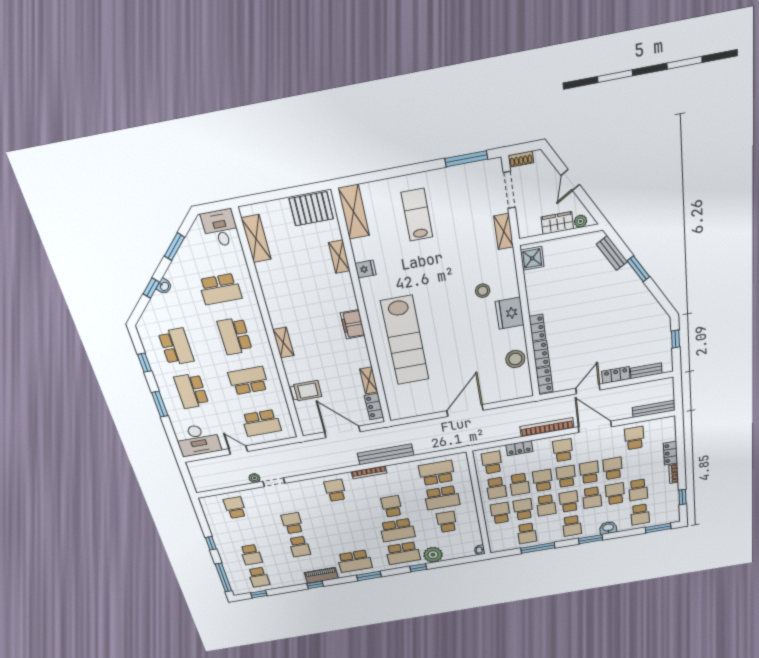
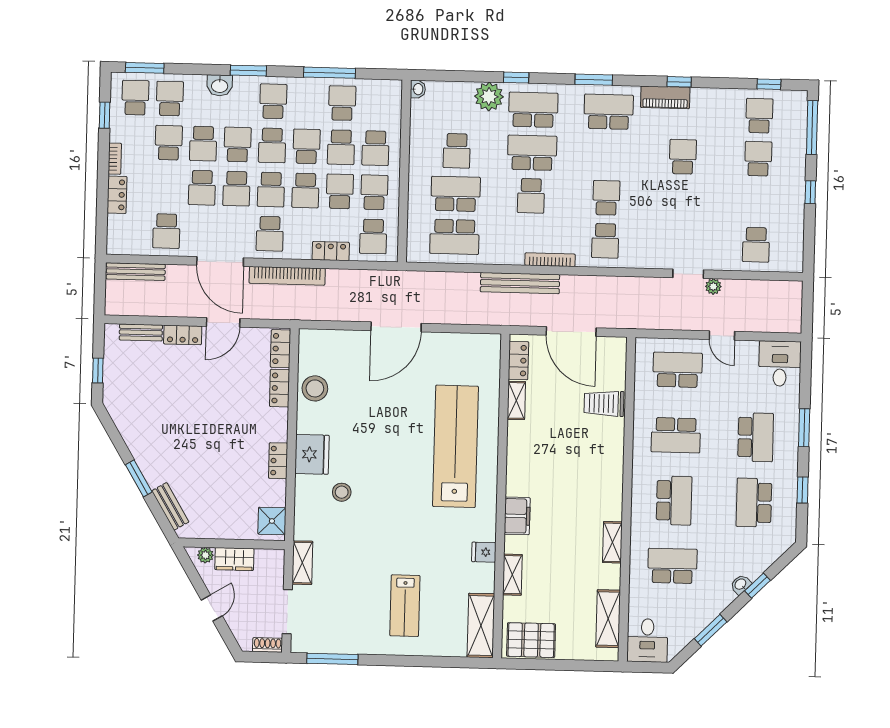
filing cabinet: (353, 324) -> (517, 516), moved
locker: (537, 328) -> (278, 461), moved
shelving: (283, 343) -> (612, 542), moved
desk: (198, 440) -> (780, 364), width x0.73
school desk: (663, 511) -> (135, 98), added
school desk: (292, 523) -> (606, 198), moved, turned 180

